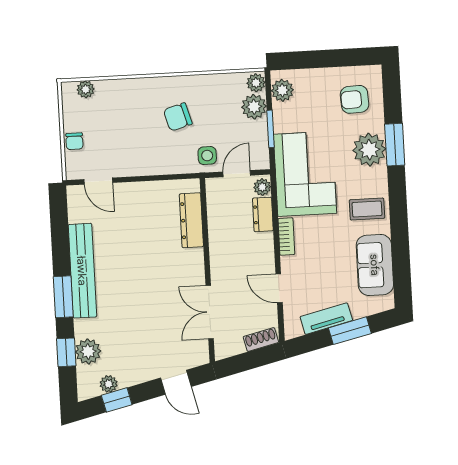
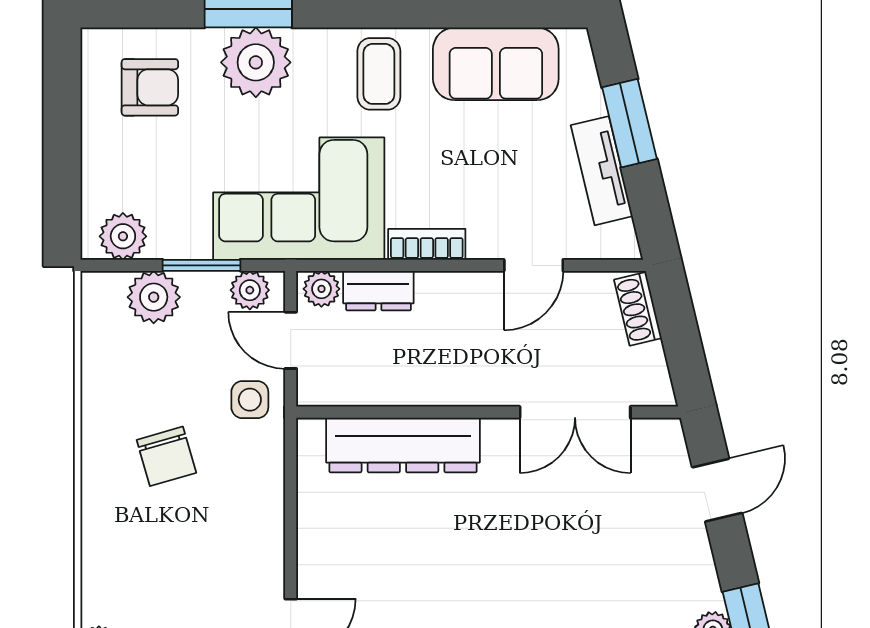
plant: (256, 83) -> (250, 290), moved
armchair: (355, 99) -> (150, 87), turned -87
dresser: (191, 220) -> (403, 445), width x1.37, depth x1.24

